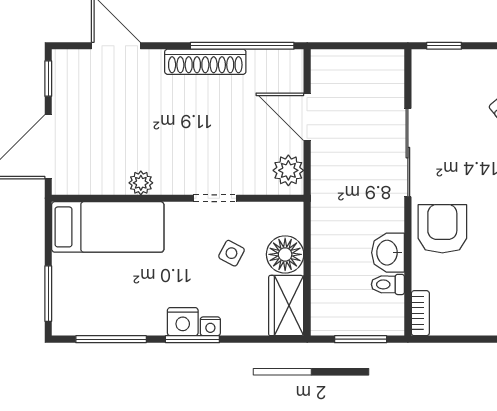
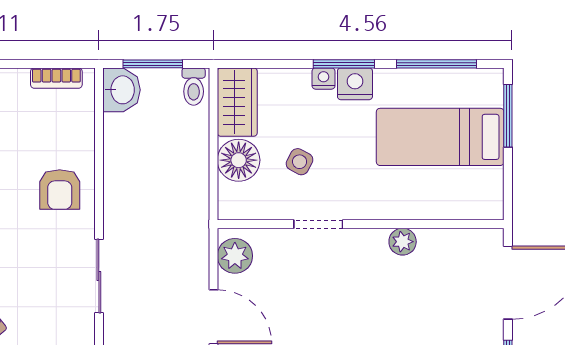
sliding door: (408, 153) -> (99, 276), width x0.73
bed: (108, 227) -> (440, 137), moved
armchair: (442, 229) -> (60, 189), width x0.72, depth x0.72
washbasin: (388, 253) -> (122, 90), moved
toilet: (388, 284) -> (194, 87), moved, turned 90
bookcase: (420, 313) -> (56, 78), moved, turned -90

